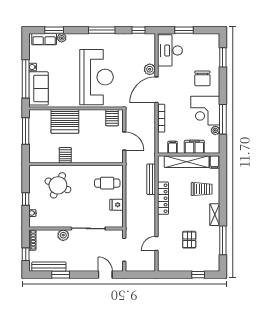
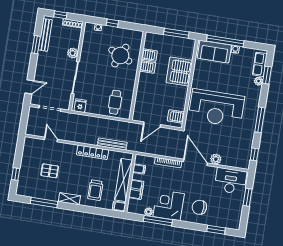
server rack: (53, 155) -> (149, 55), added
fridge: (117, 205) -> (80, 106), moved

